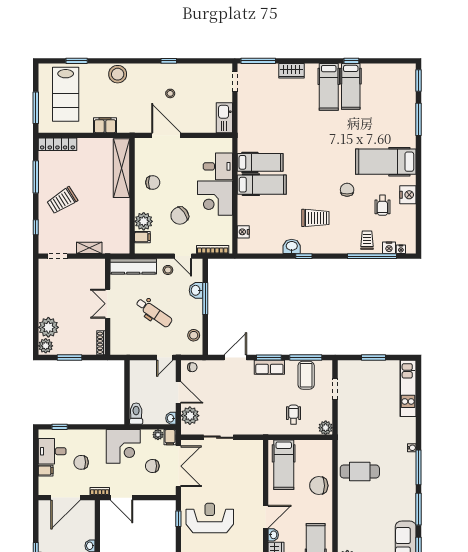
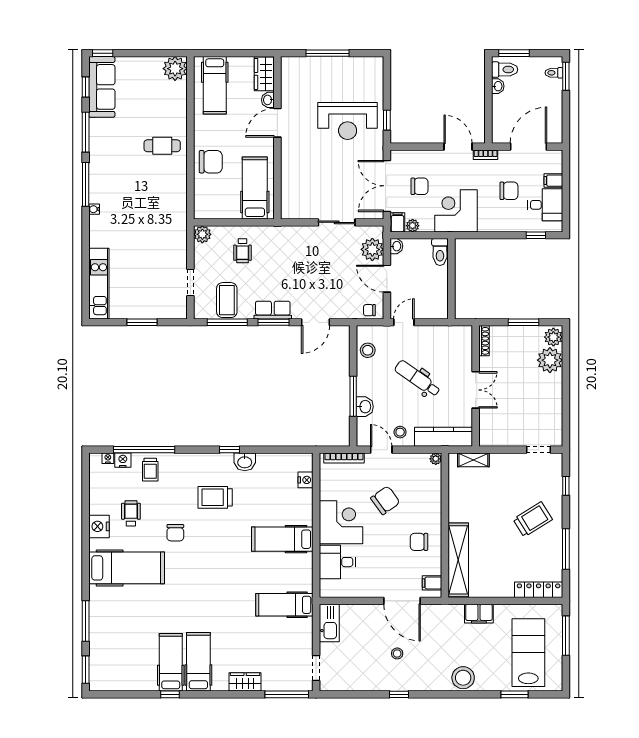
hospital bed: (260, 162) -> (284, 605), moved
plant: (144, 221) -> (436, 459), moved, width x0.53, depth x0.53
filing cabinet: (142, 237) -> (432, 583), moved
shelving: (89, 248) -> (473, 460), moved
cafe table: (360, 471) -> (162, 146), moved, width x0.73, depth x0.74

